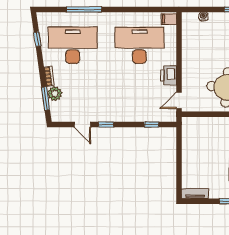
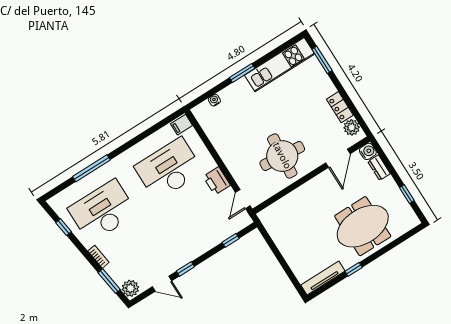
plant: (55, 94) -> (130, 288), moved
tv unit: (195, 194) -> (323, 278), width x1.41

